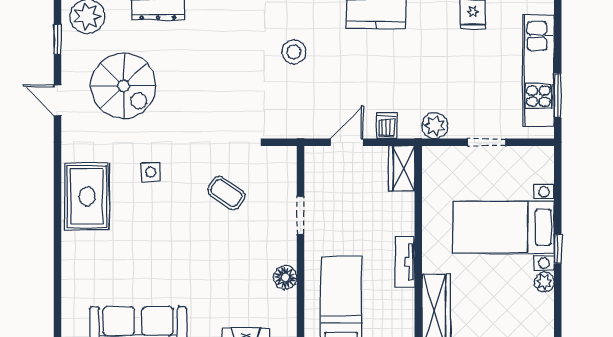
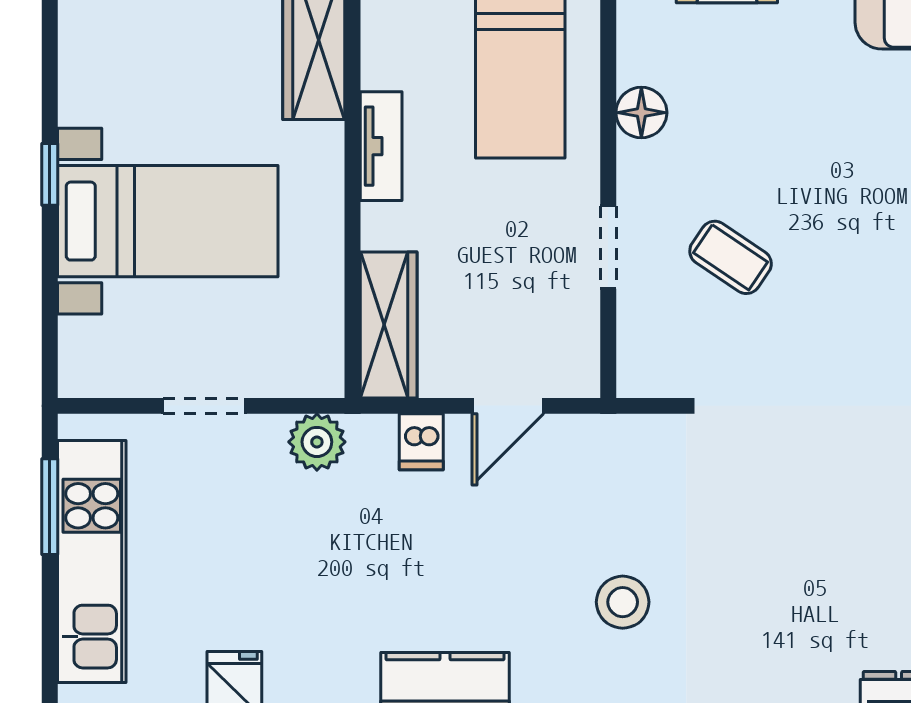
wardrobe: (402, 168) -> (389, 325), width x1.50
coffee table: (226, 193) -> (731, 257), moved
plant: (544, 282) -> (79, 103), removed

